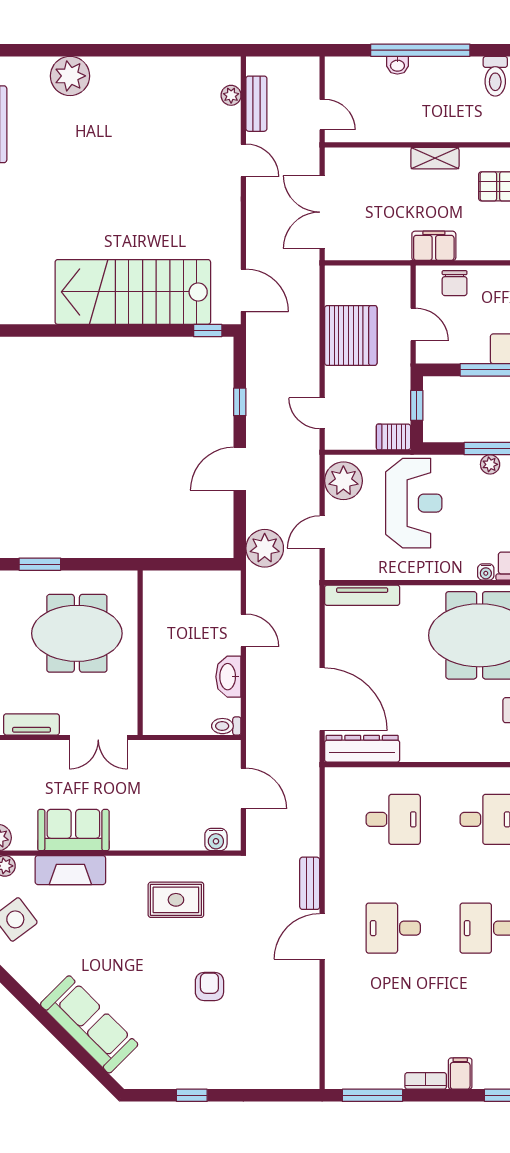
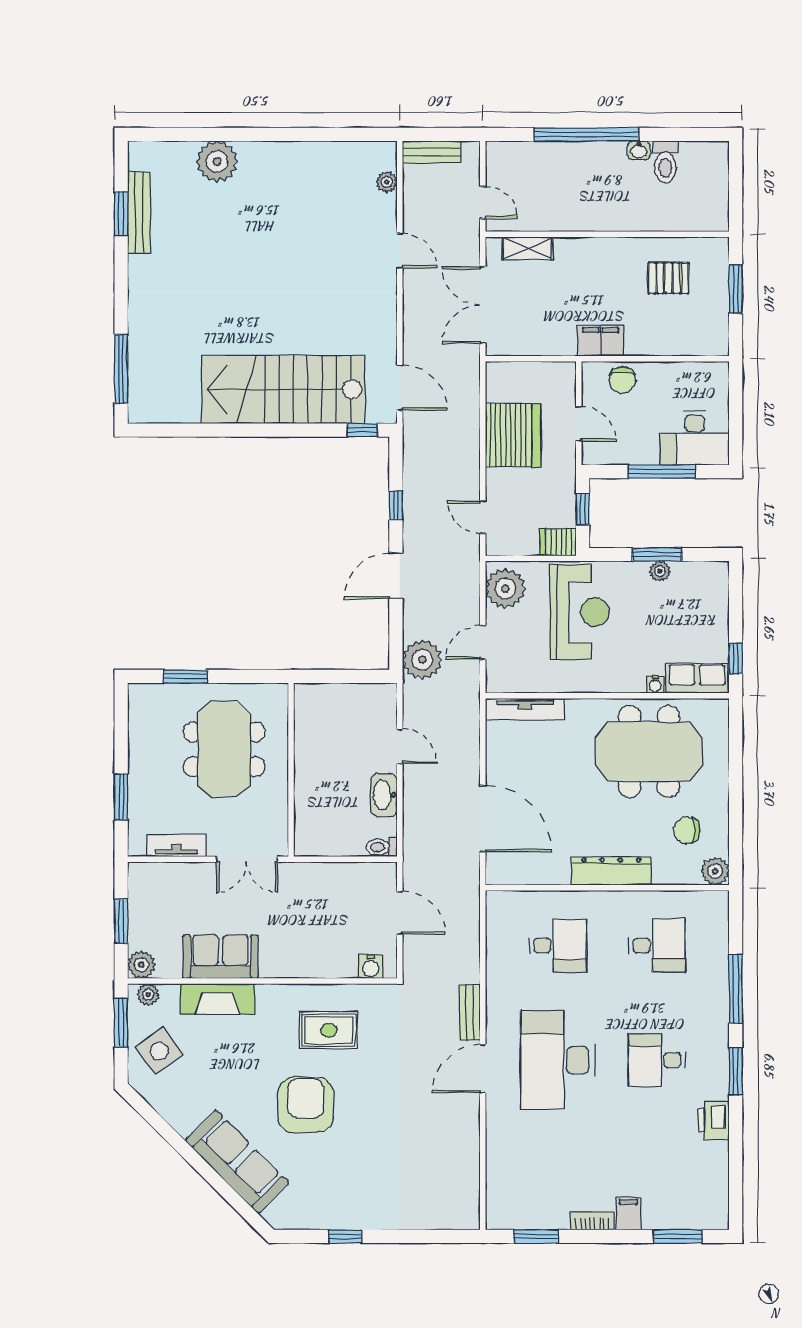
washbasin: (397, 65) -> (639, 150), moved
bench: (256, 104) -> (432, 152), moved, turned 90
shelving: (435, 158) -> (528, 248), moved
meeting table: (77, 633) -> (224, 749), turned 90
dresser: (362, 749) -> (611, 871), moved
desk: (393, 928) -> (558, 1060), width x1.87, depth x1.30
armchair: (209, 987) -> (306, 1105), moved, width x1.88, depth x1.88
window: (372, 1095) -> (536, 1236), width x0.69

